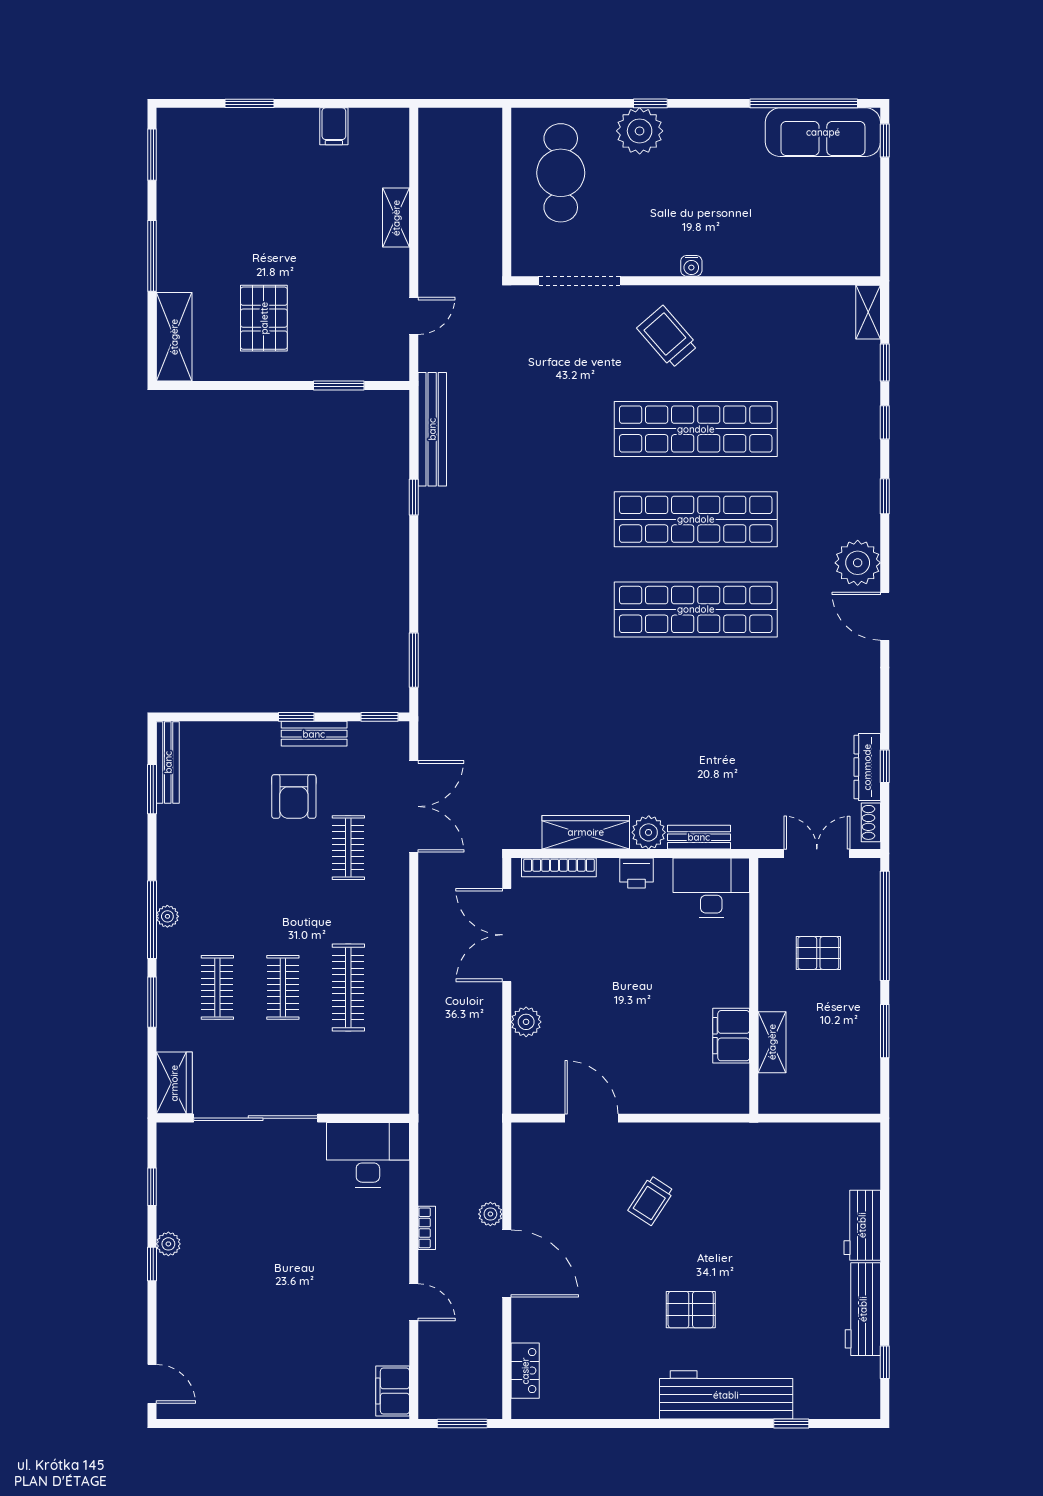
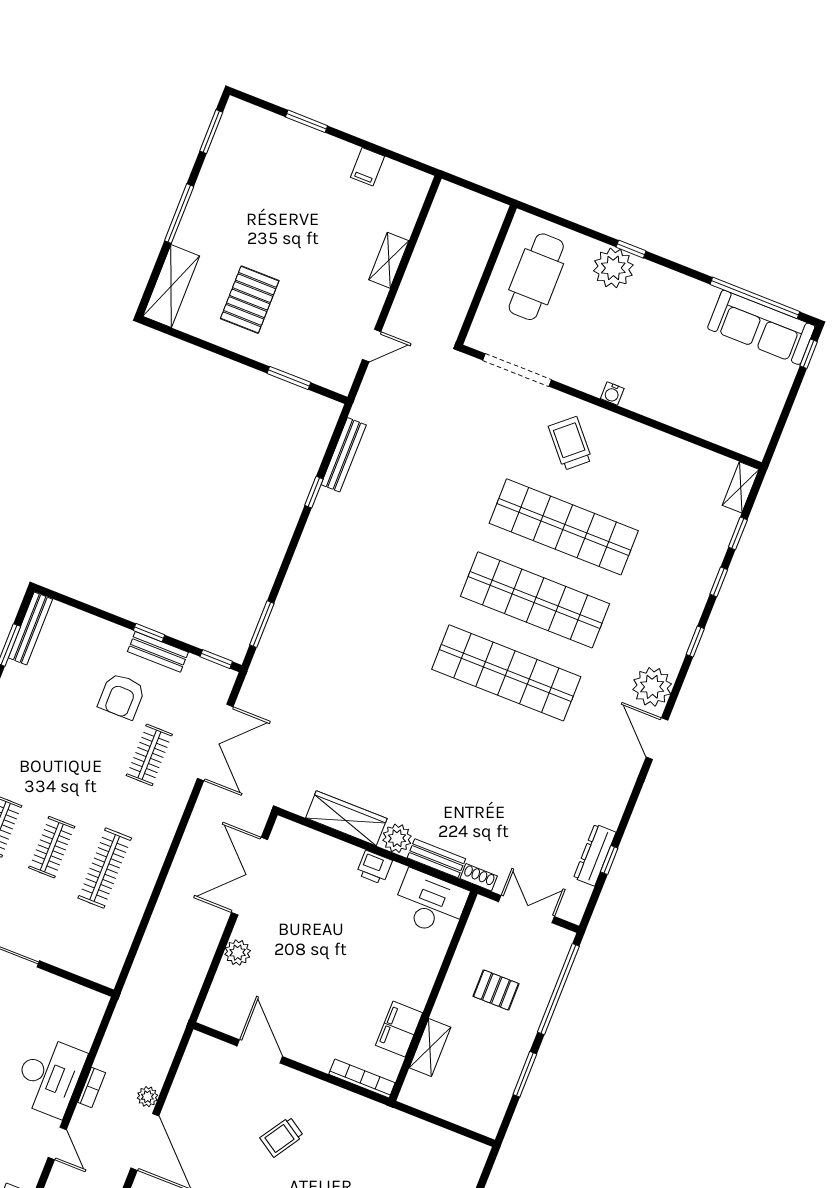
bench: (432, 429) -> (344, 455), width x0.73, depth x0.82
shoe rack: (871, 822) -> (479, 877), moved, turned 90
bookcase: (559, 867) -> (362, 1078), moved, turned 180
desk: (368, 1155) -> (49, 1076), moved, turned 90

